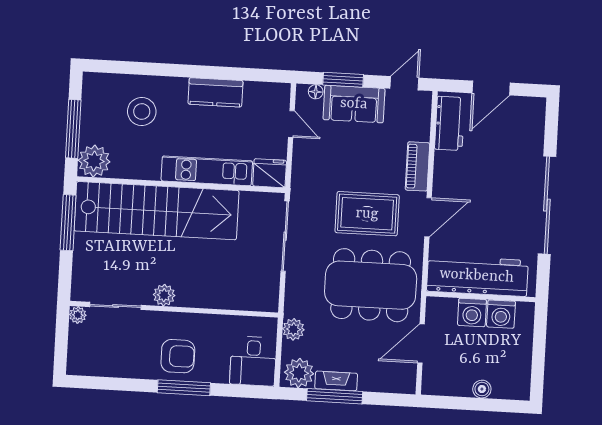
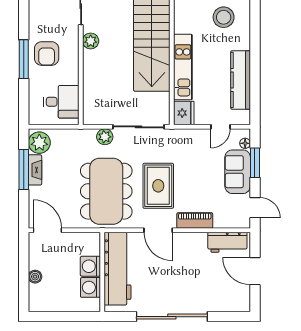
kitchen counter: (215, 92) -> (241, 80), width x1.50
plant: (293, 329) -> (105, 137), moved
door: (421, 344) -> (47, 230), moved
desk: (253, 361) -> (61, 102), moved, turned 180

